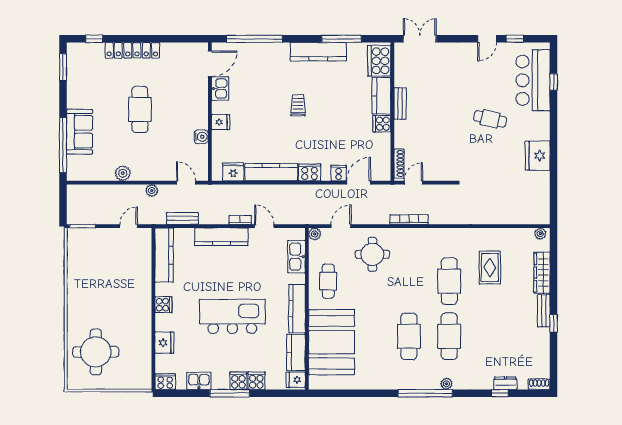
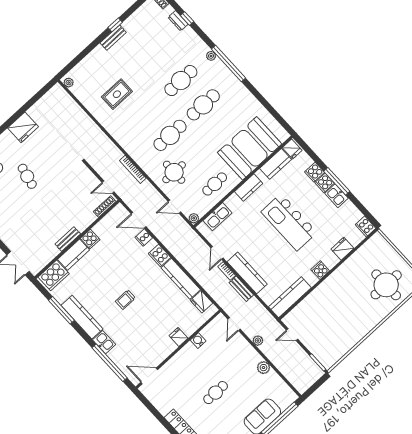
kitchen sink: (220, 88) -> (104, 342), moved, turned 90
cafe table: (140, 109) -> (216, 393), width x0.73, depth x0.74
bench: (182, 218) -> (241, 289), moved
wardrobe: (542, 273) -> (91, 60), removed
cafe table: (449, 281) -> (170, 135), moved
kitchen counter: (297, 309) -> (249, 187), width x0.67
kitchen sink: (199, 381) -> (336, 196), moved

